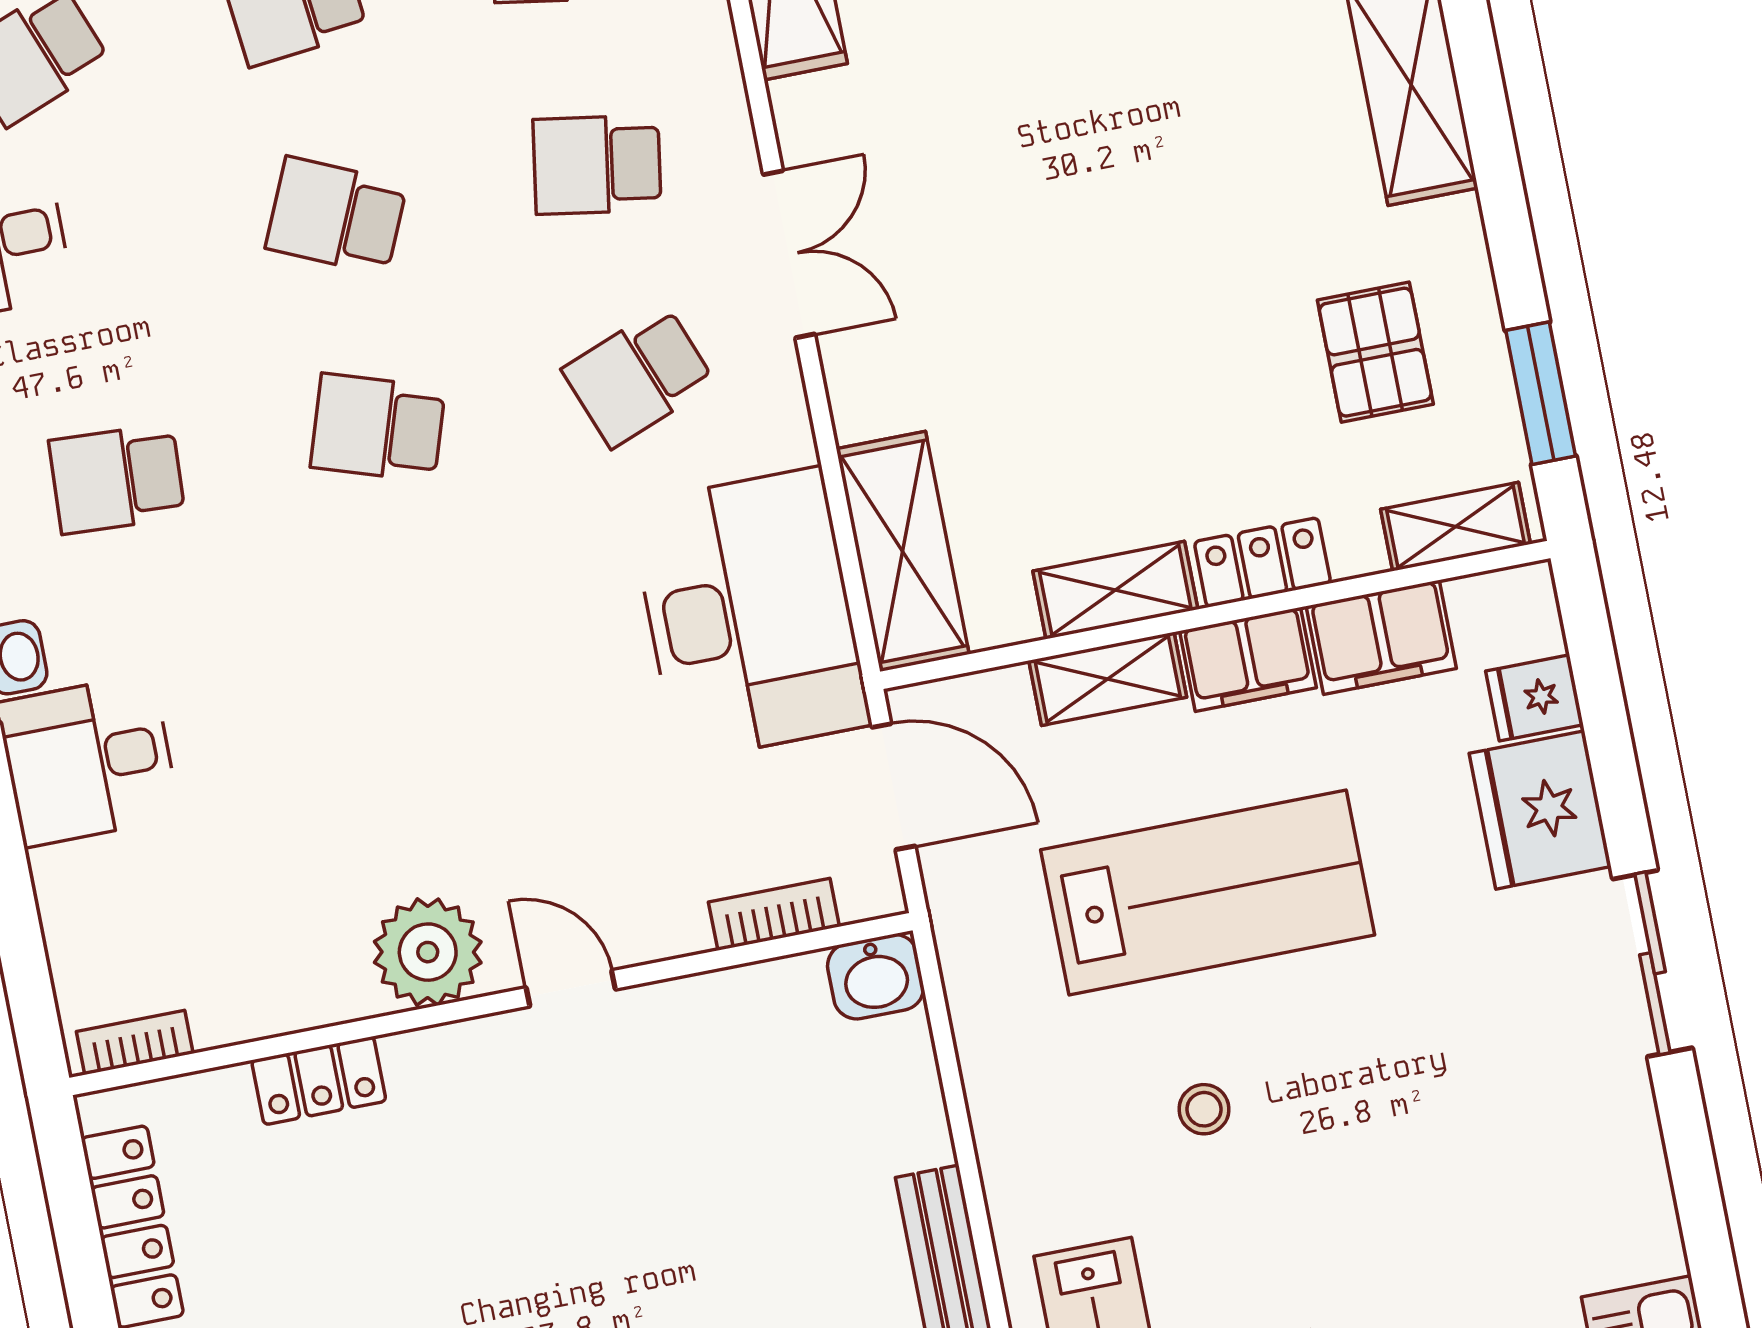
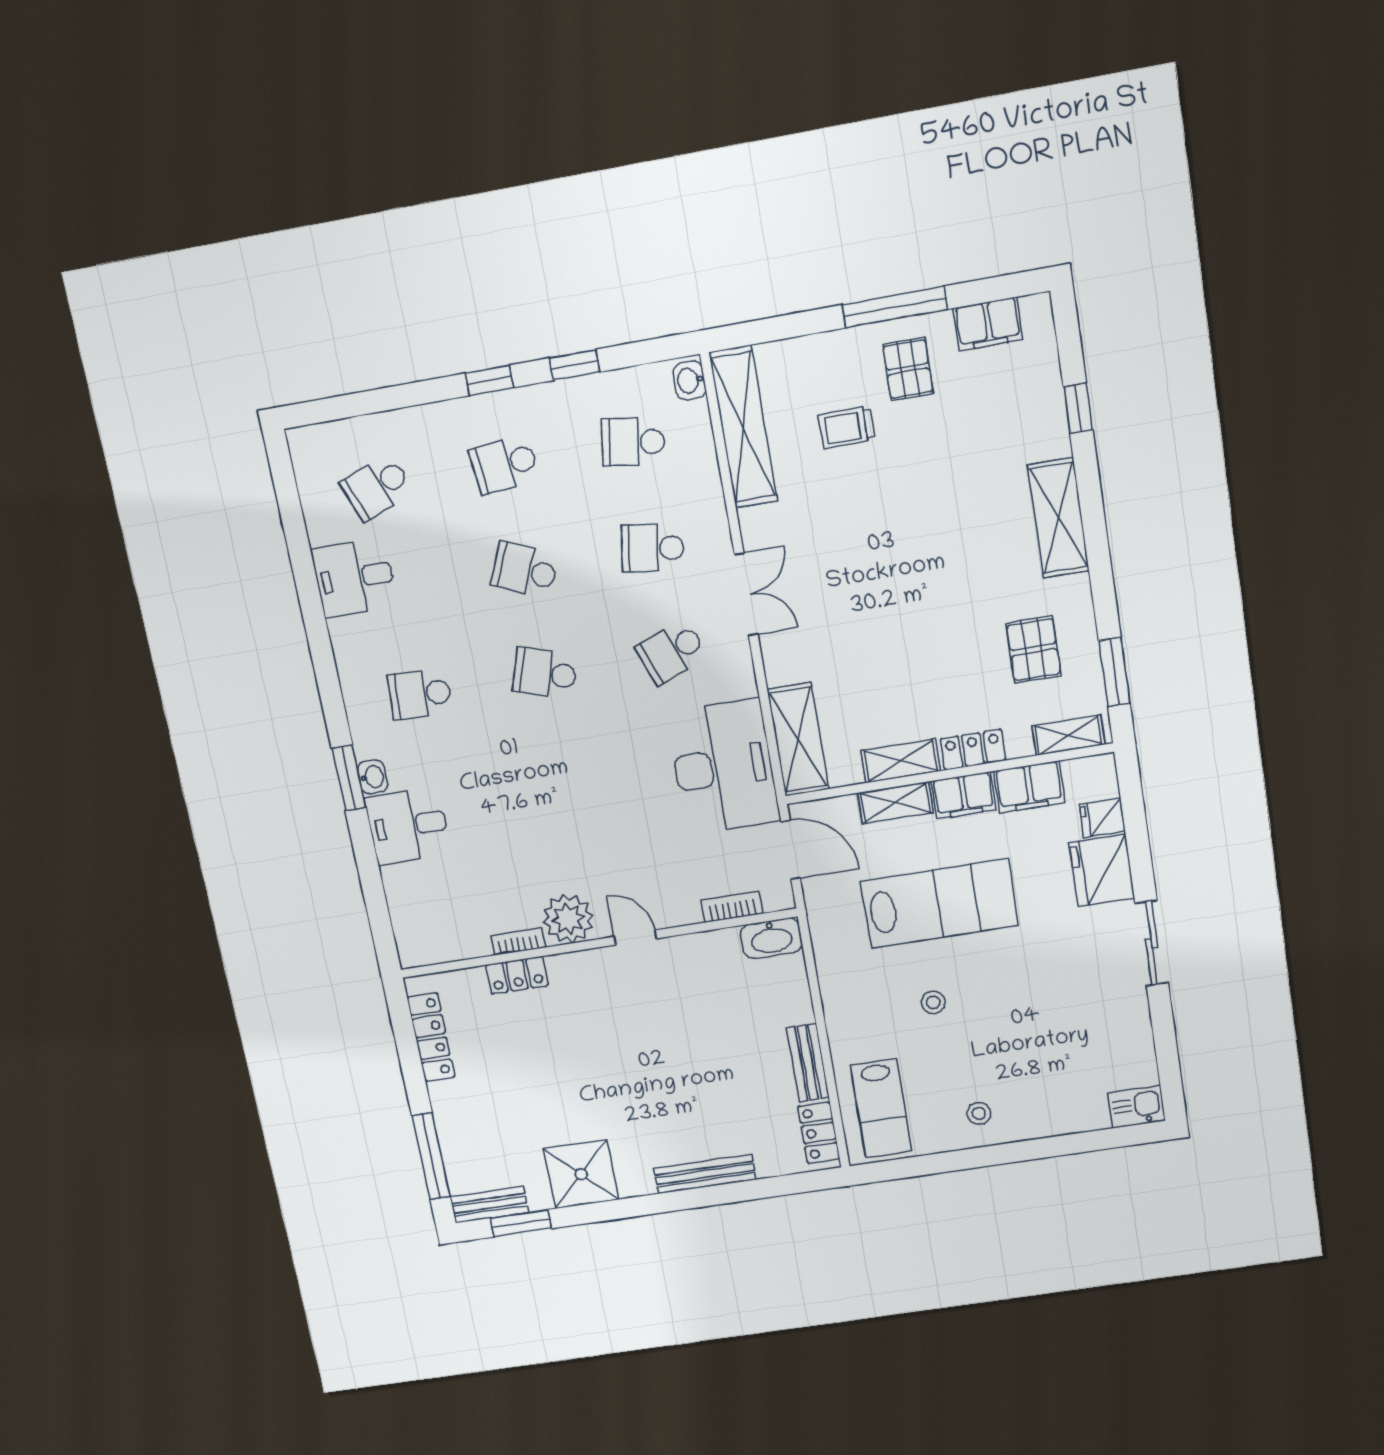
washbasin: (876, 977) -> (771, 938), width x1.38
bookcase: (135, 1042) -> (518, 942), moved

